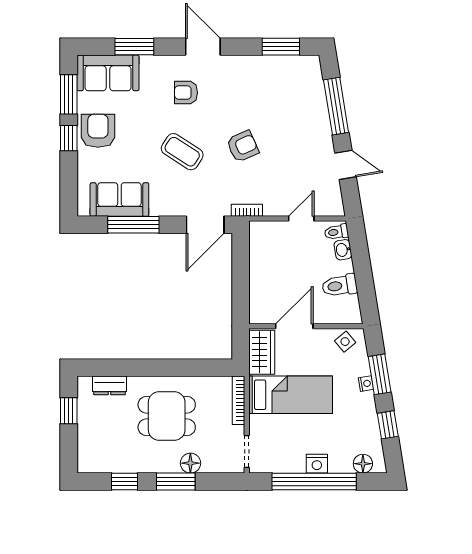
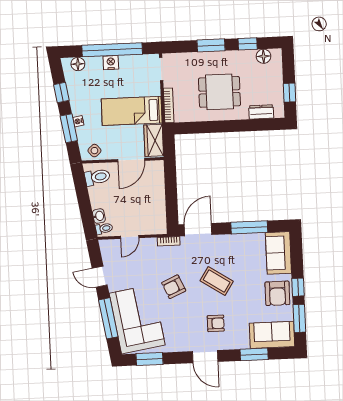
corner sofa: (296, 103) -> (137, 319), added
sofa: (119, 200) -> (278, 253), moved, turned 90
toilet: (340, 286) -> (97, 177), moved
floor lamp: (190, 463) -> (263, 56), moved

